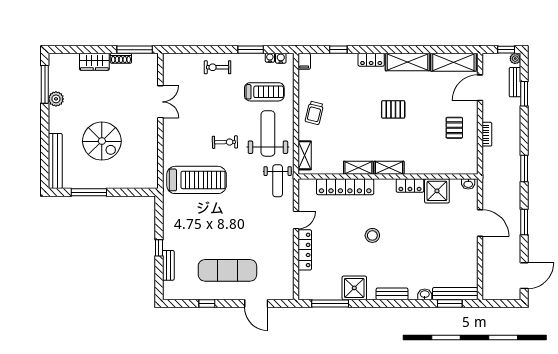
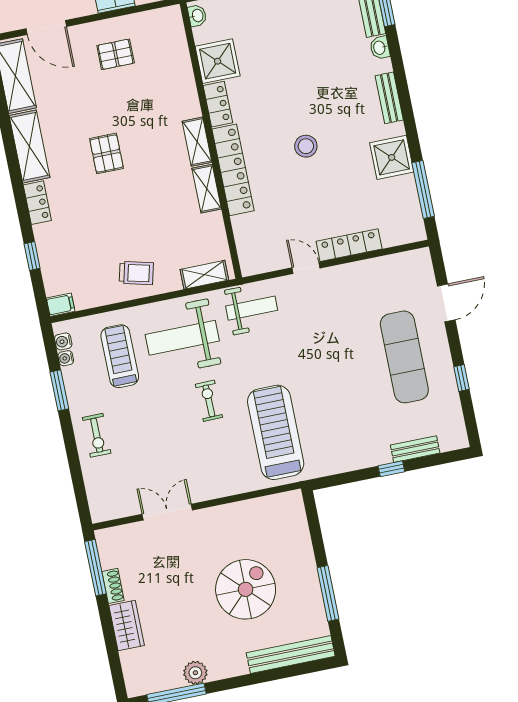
locker: (345, 187) -> (233, 170), moved

